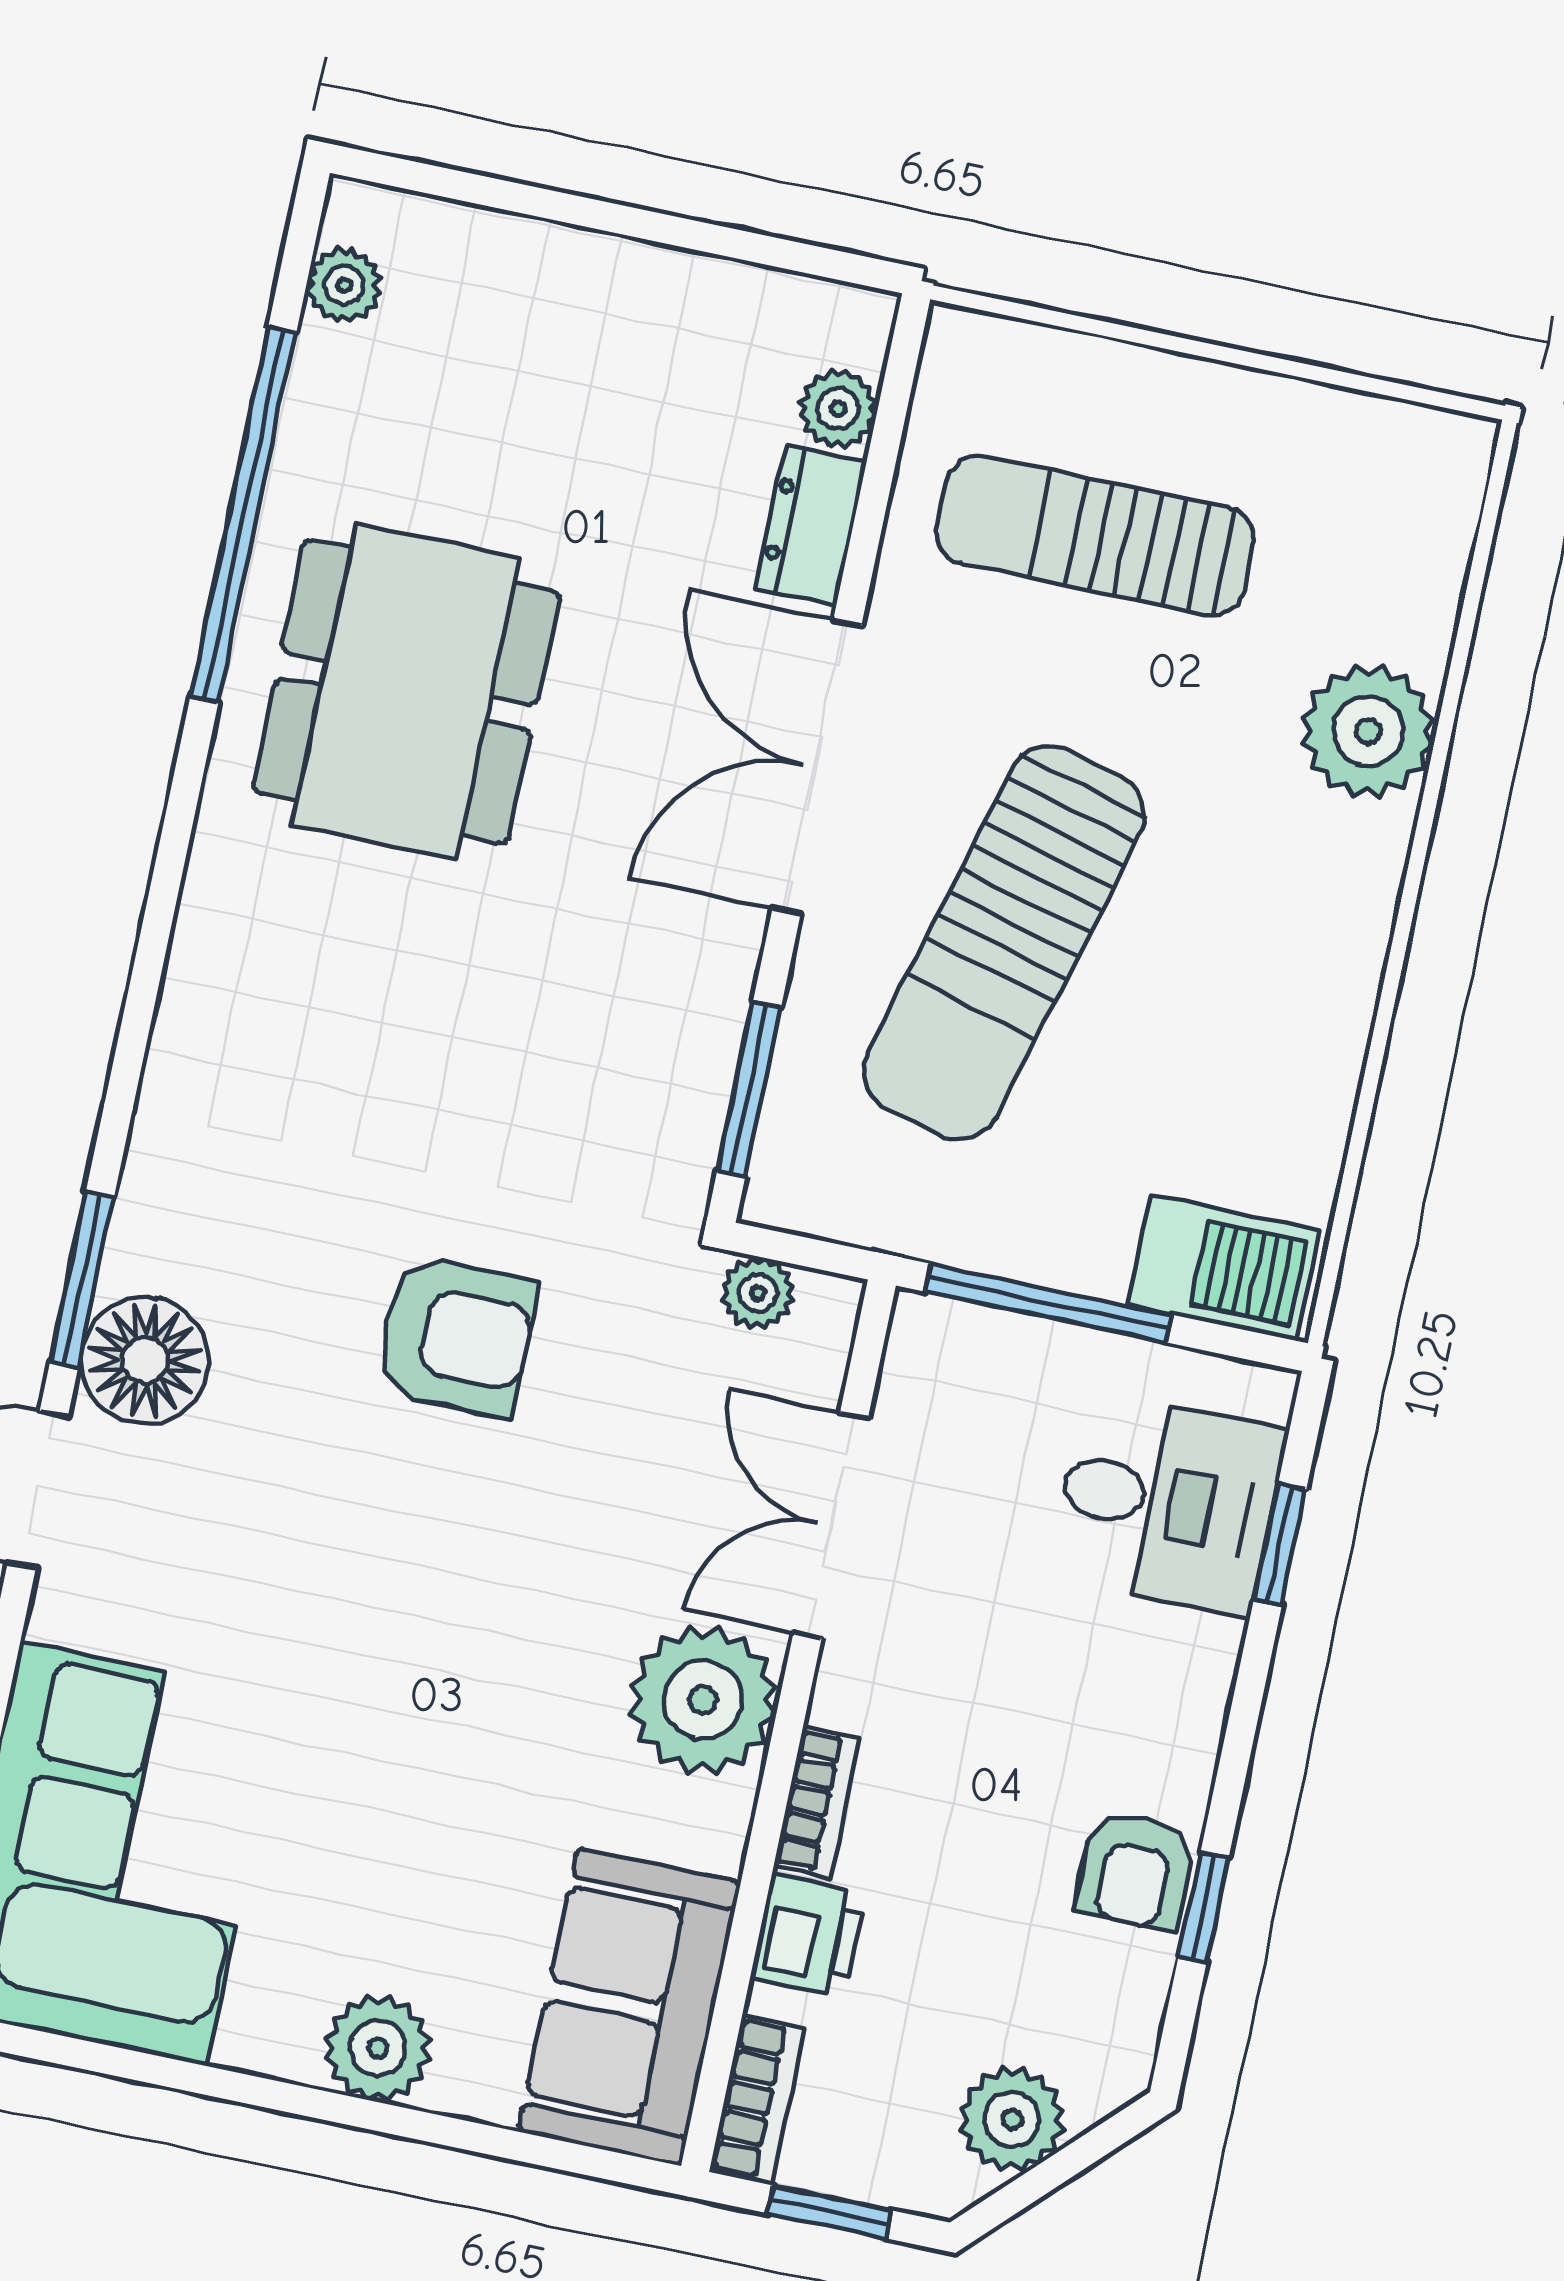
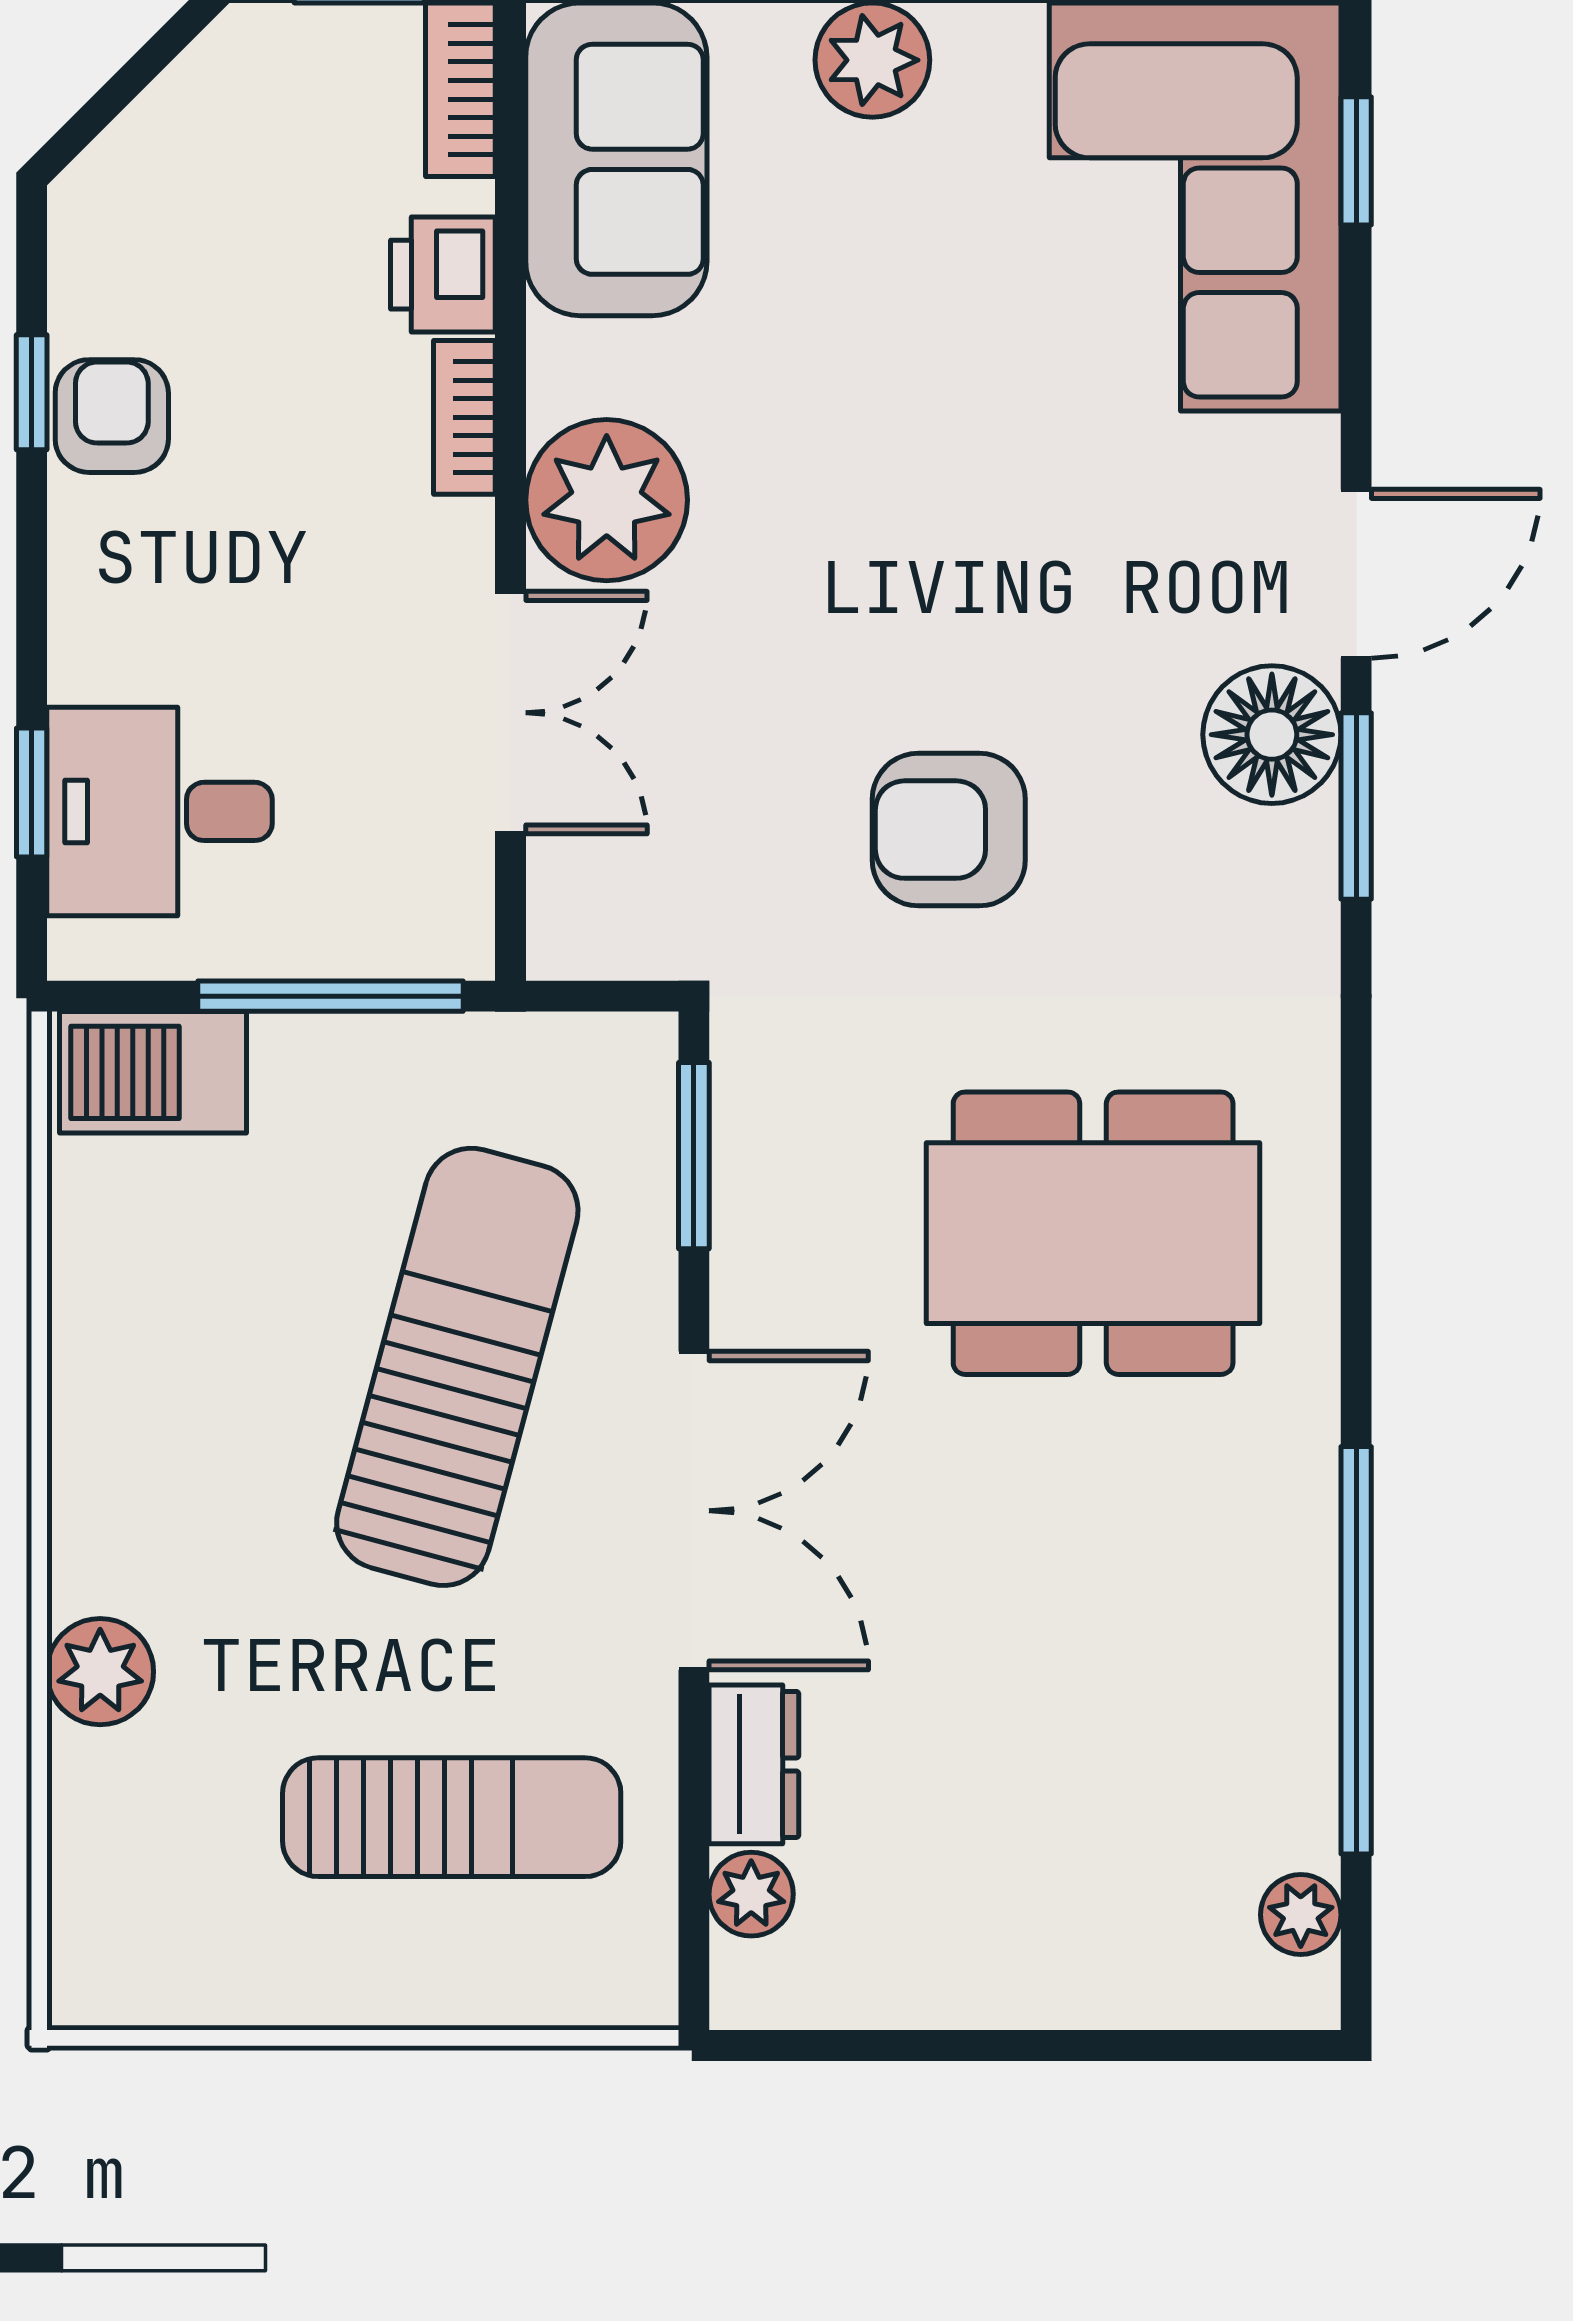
dining table: (406, 691) -> (1093, 1233), moved, turned 90
plant: (1368, 731) -> (100, 1672), width x0.73, depth x0.73
plant: (758, 1293) -> (639, 942), removed
plant: (1012, 2120) -> (187, 126), removed

